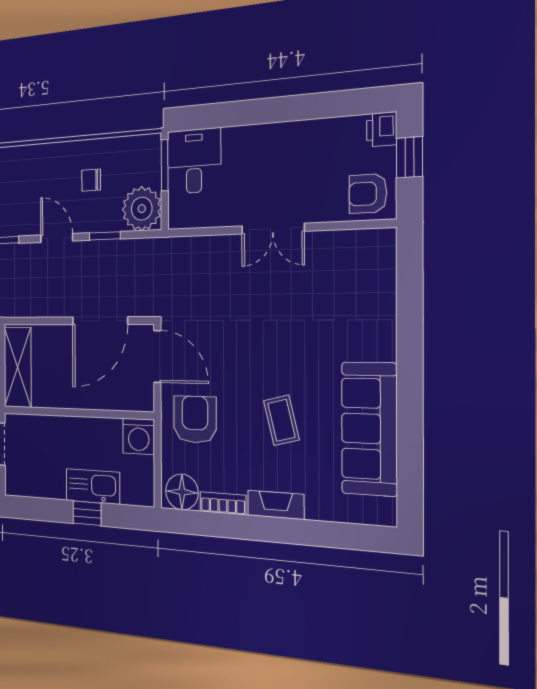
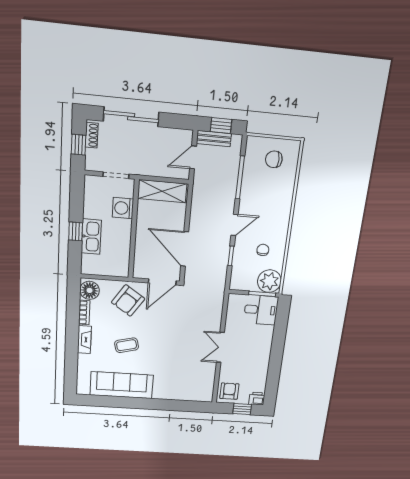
plant: (142, 209) -> (269, 281), moved
armchair: (195, 419) -> (128, 301), turned 124
washing machine: (139, 436) -> (123, 208), moved

